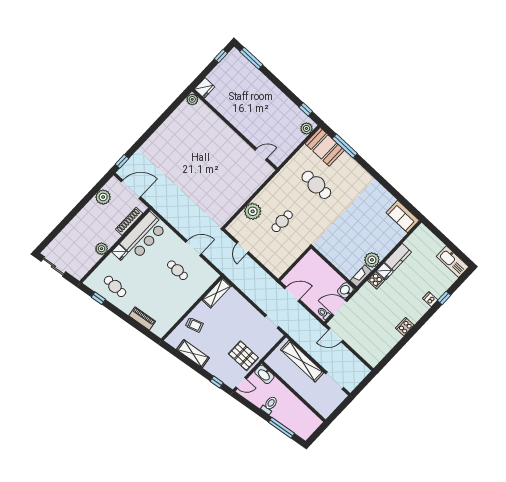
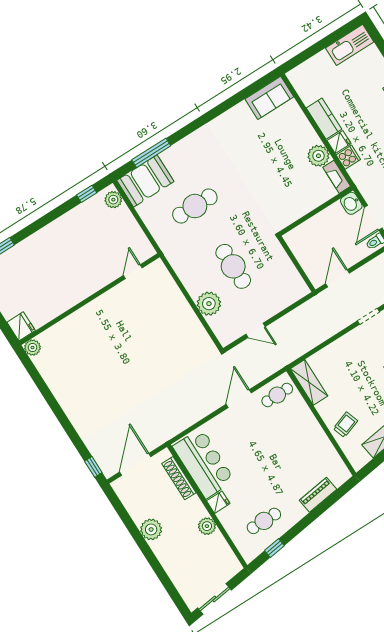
plant: (103, 197) -> (151, 529), moved
cafe table: (282, 221) -> (233, 266), width x1.37, depth x1.35
cafe table: (177, 270) -> (277, 395), moved

